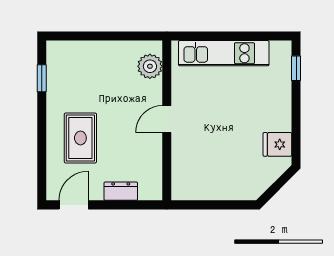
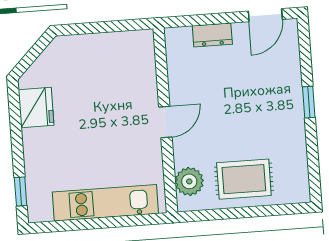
window: (42, 78) -> (309, 102), moved
rug: (80, 138) -> (244, 179), moved, turned 90
fridge: (277, 144) -> (36, 107), width x1.38

